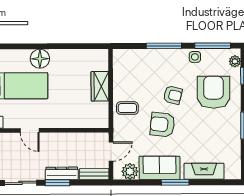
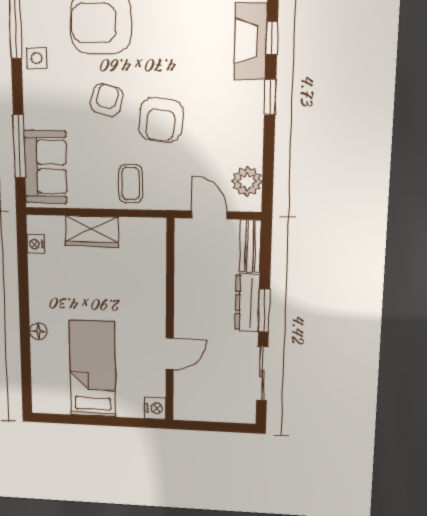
window: (164, 46) -> (19, 146), moved
nightstand: (92, 54) -> (36, 244), added
floor lamp: (40, 59) -> (38, 331), width x0.53, depth x0.53
sofa: (160, 168) -> (46, 167), moved, turned 180
window: (175, 182) -> (270, 97), width x0.67
window: (206, 182) -> (272, 38), added

